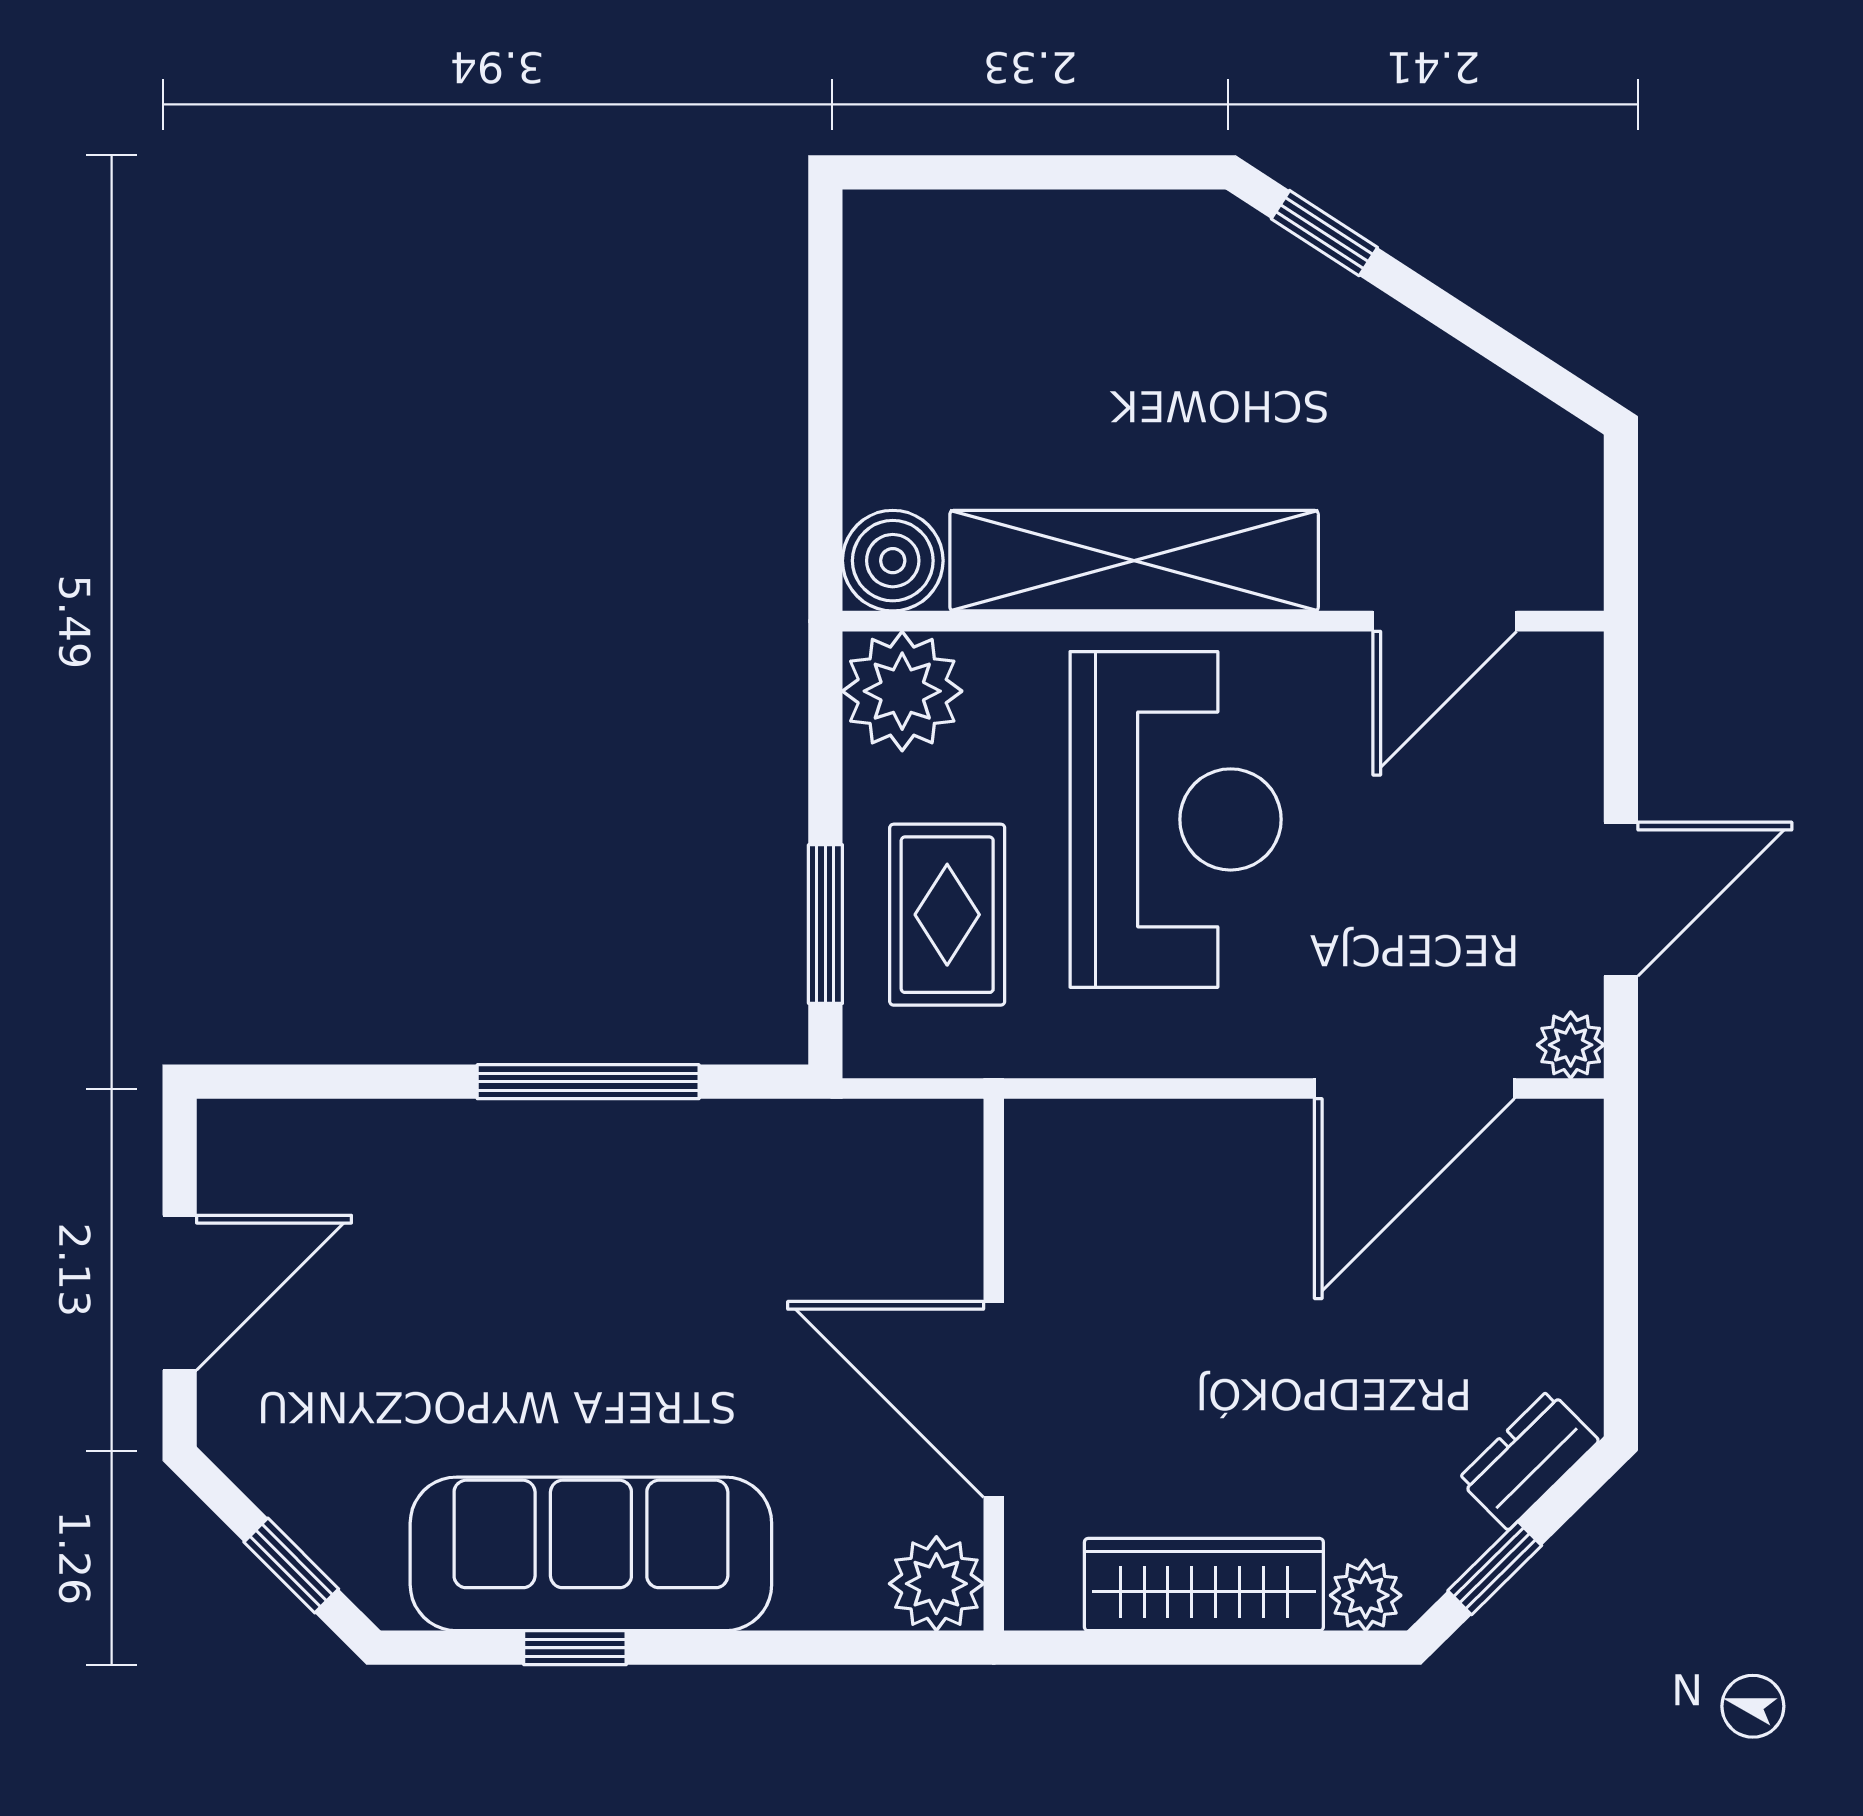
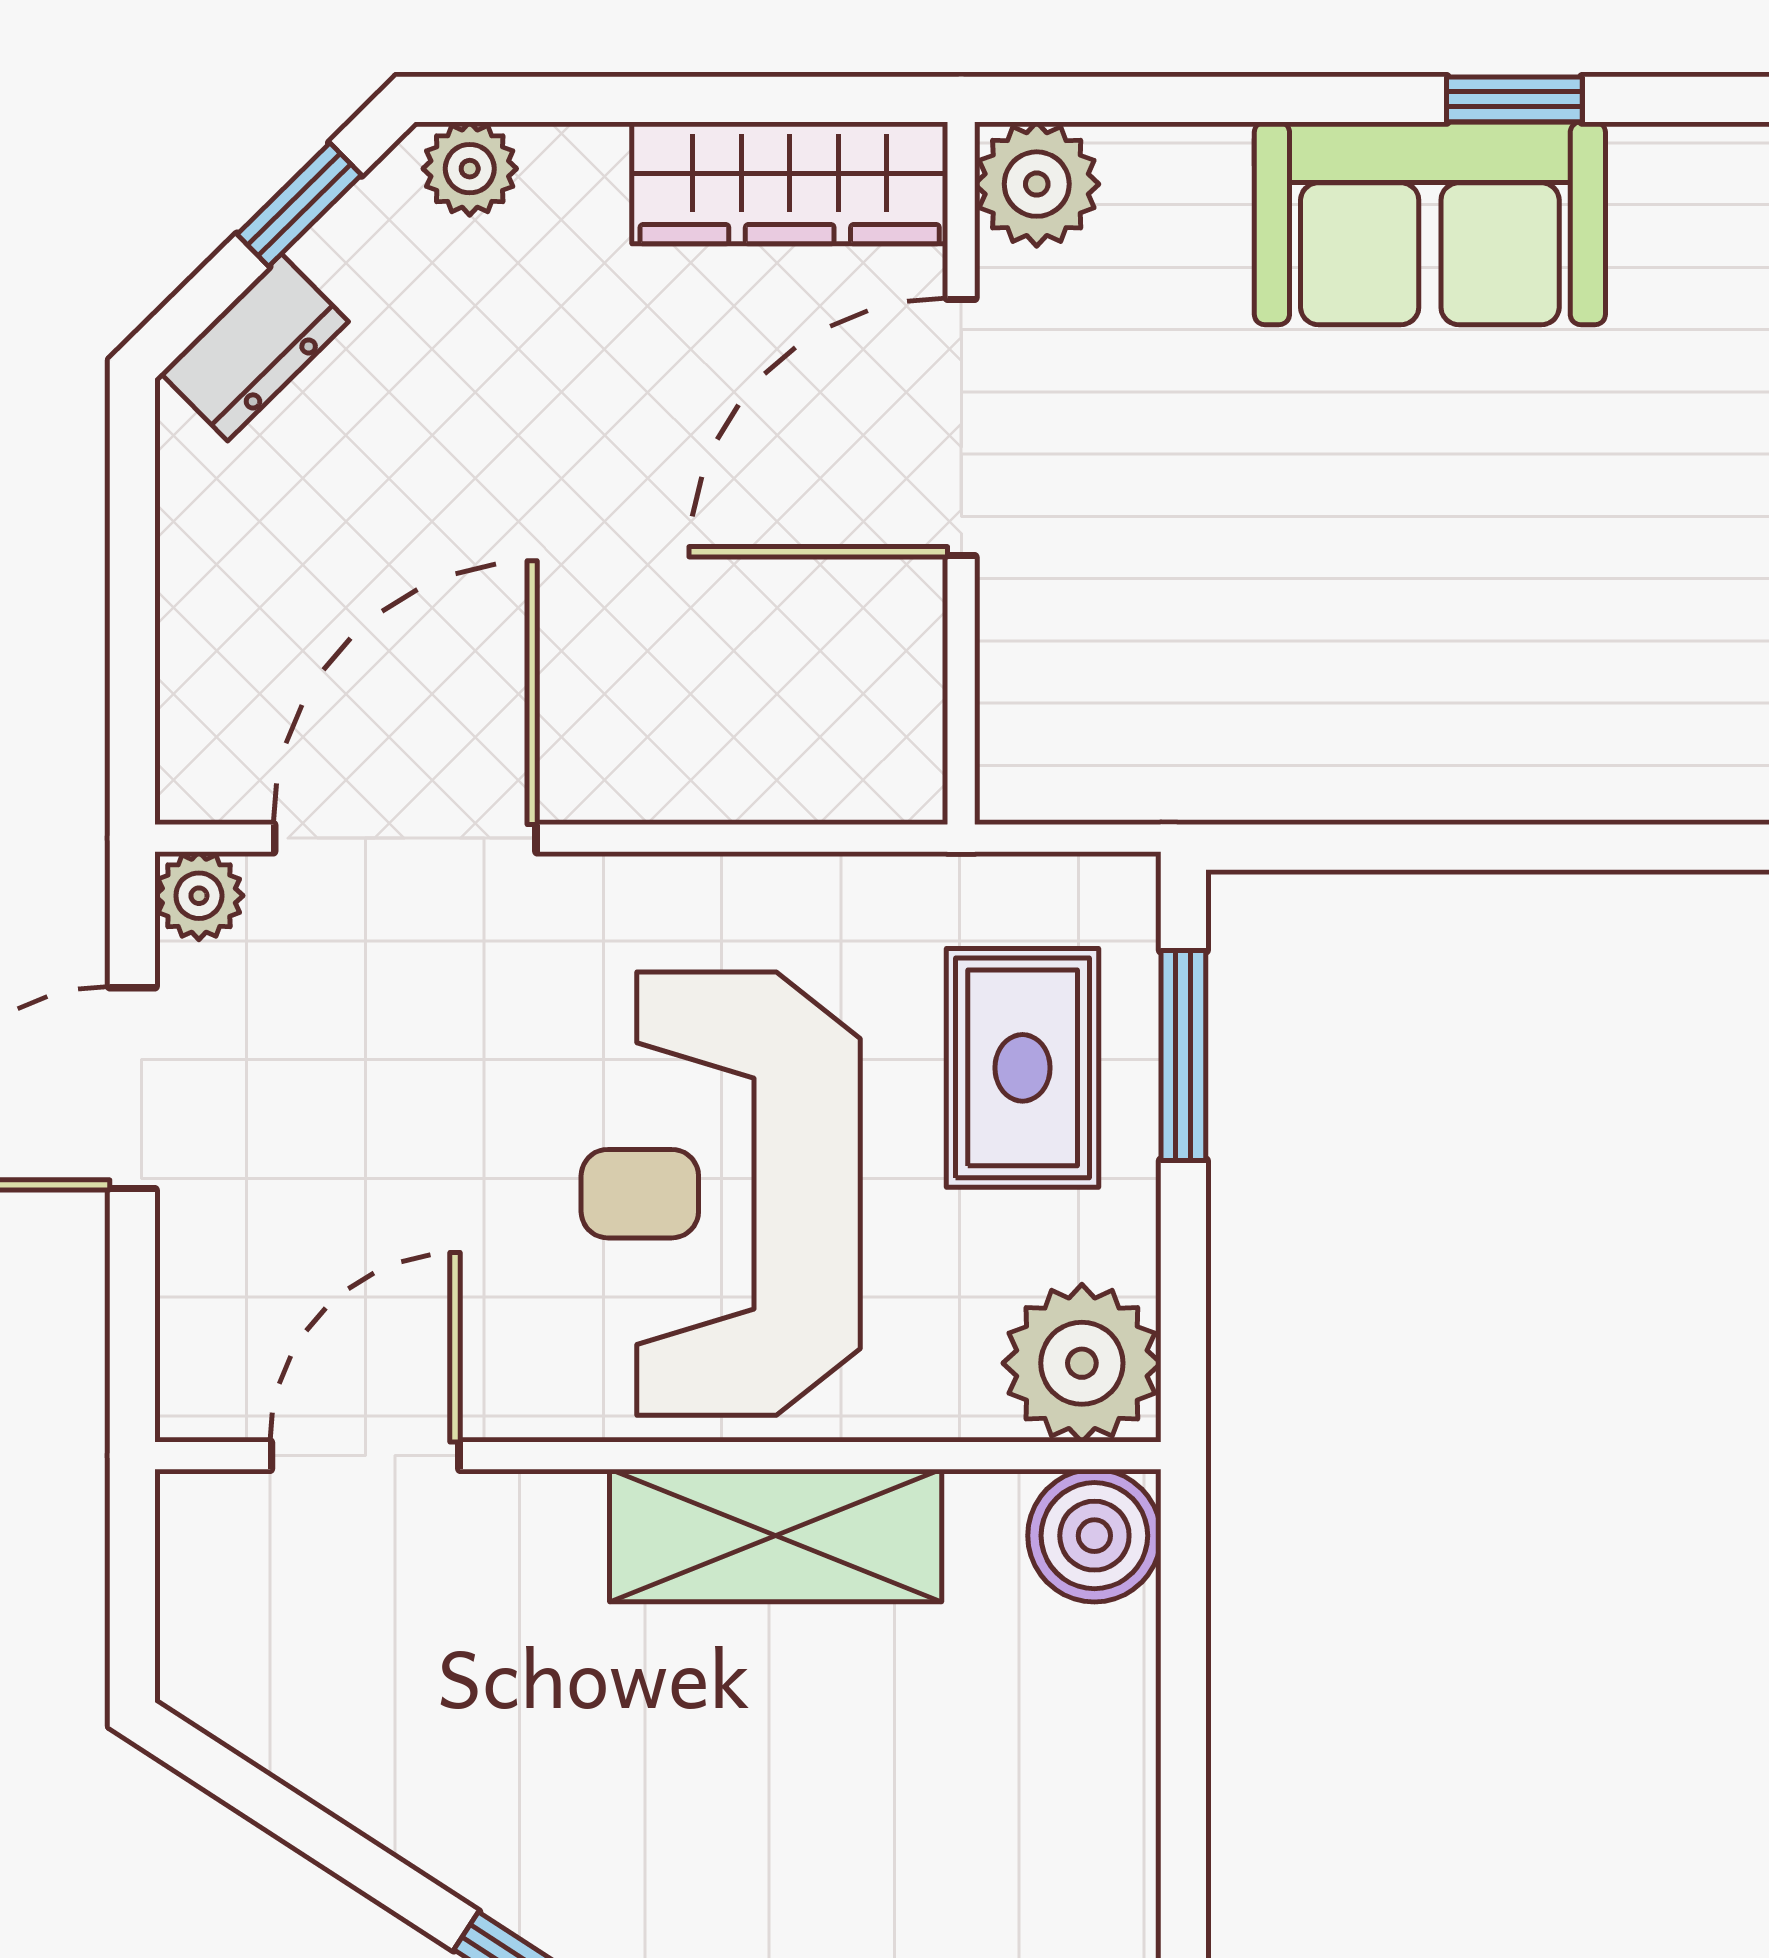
shelving: (1134, 561) -> (776, 1536), width x0.68
window: (588, 1082) -> (1497, 847), removed
door: (994, 1399) -> (961, 427), swing flipped
sofa: (591, 1554) -> (1430, 223), width x0.73
wardrobe: (1204, 1585) -> (790, 183), moved

